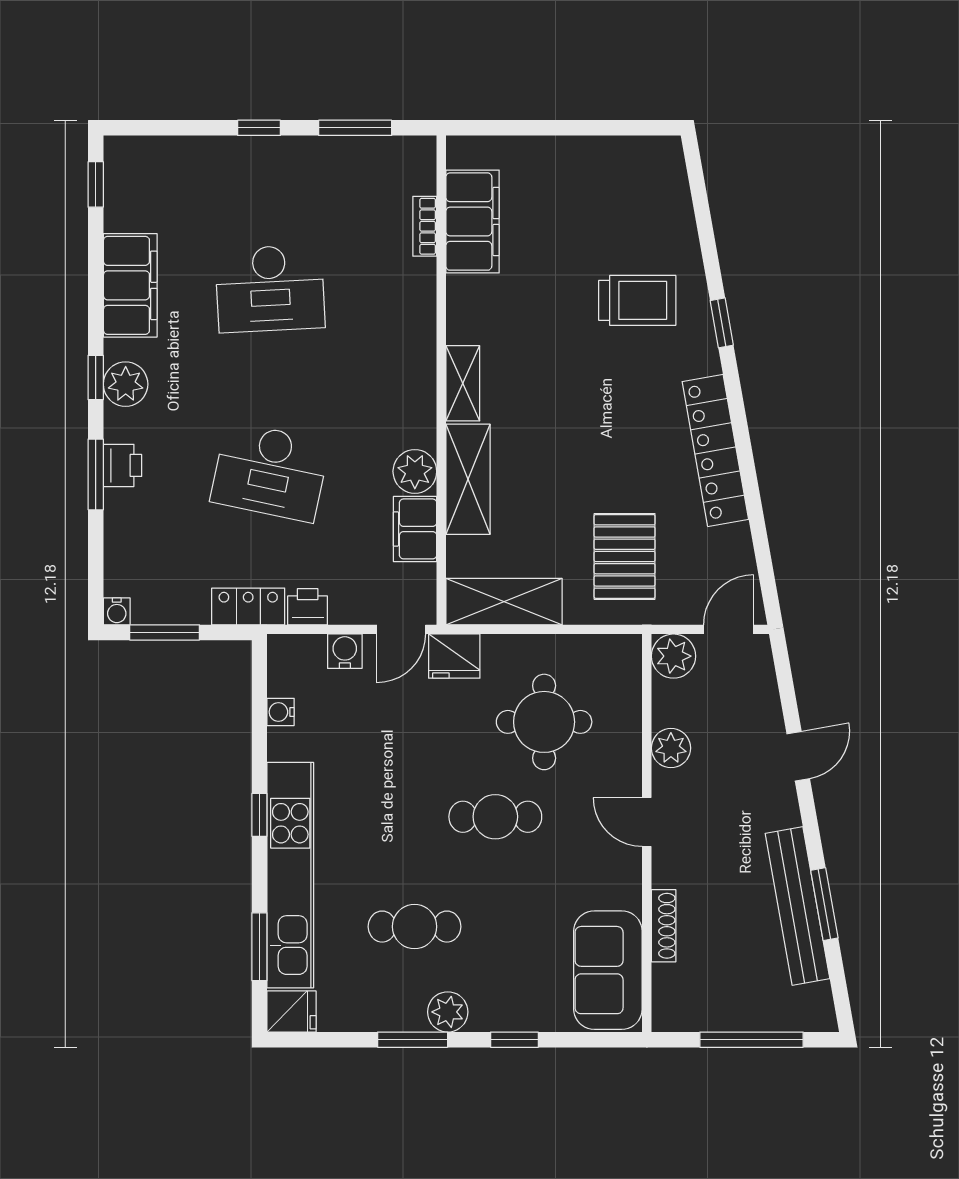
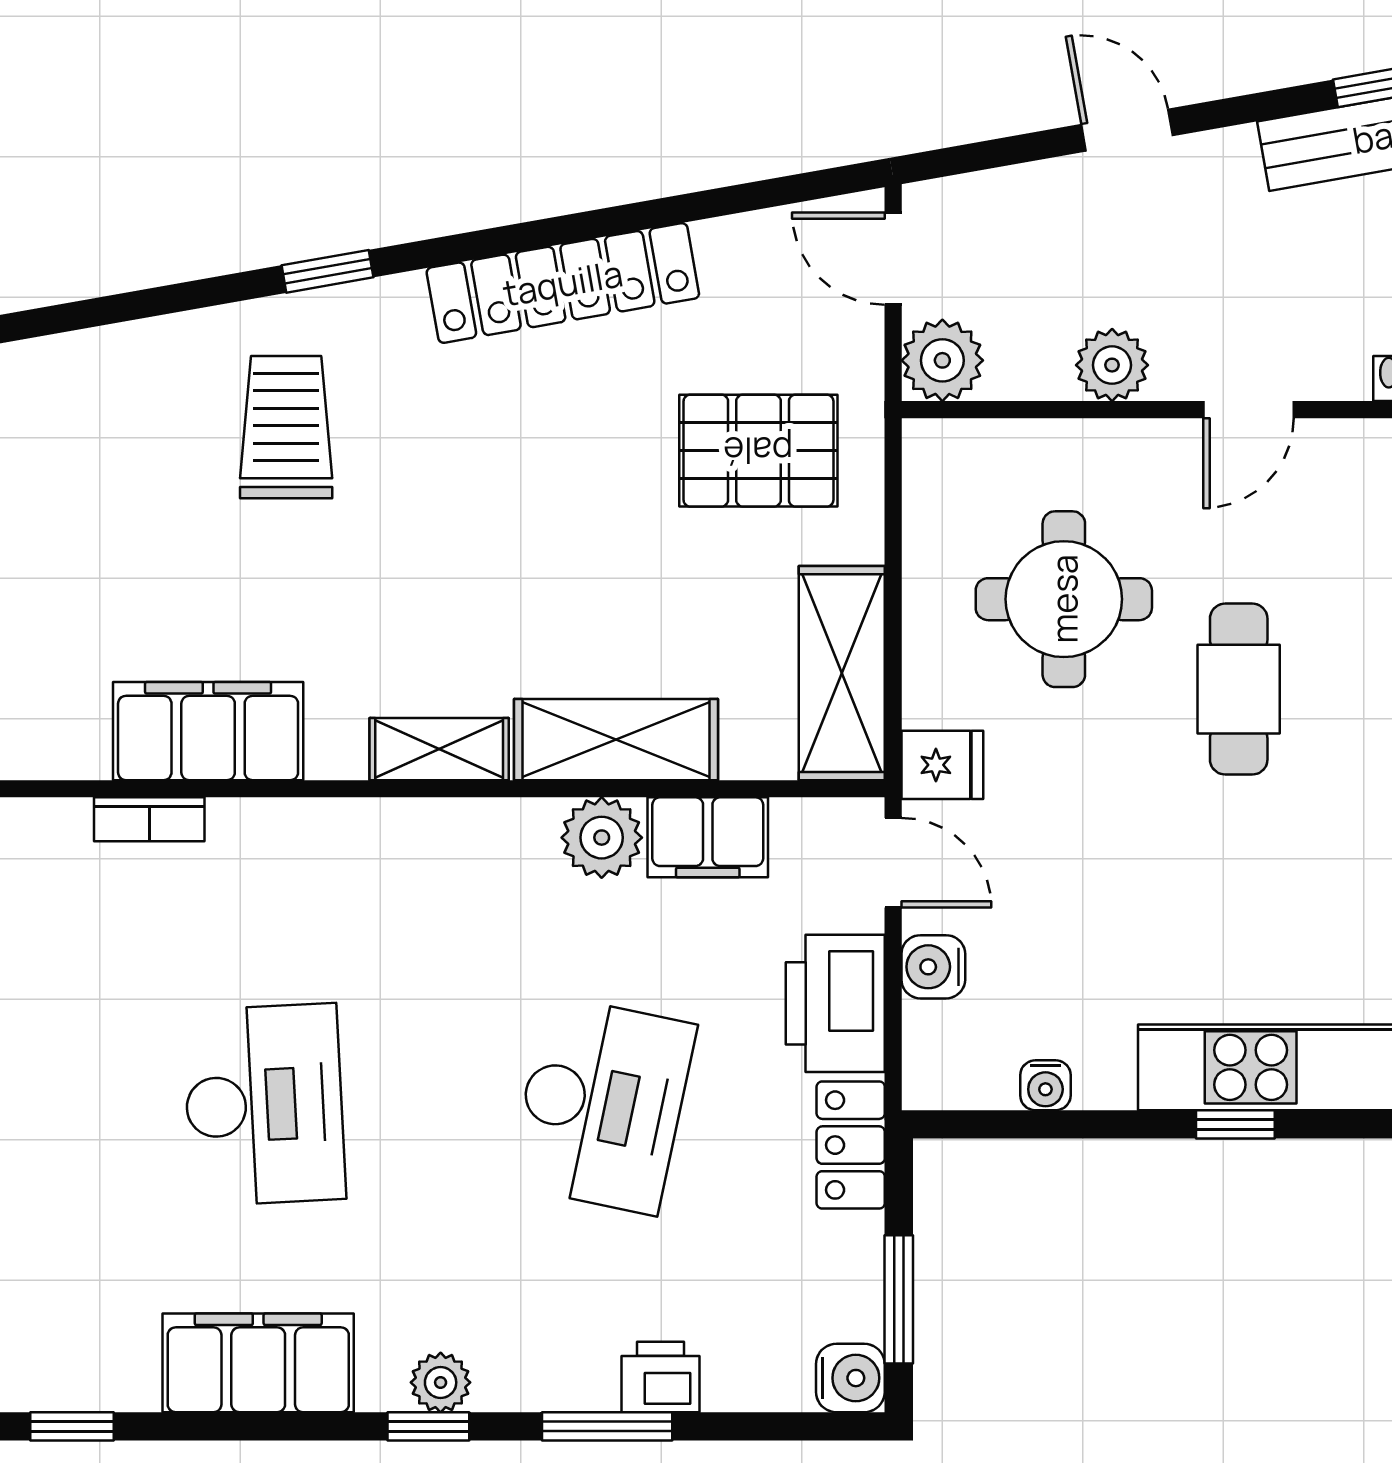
filing cabinet: (473, 222) -> (208, 731), moved
plant: (126, 384) -> (441, 1382), width x0.73, depth x0.73
printer: (122, 465) -> (660, 1377), moved
printer: (308, 607) -> (835, 1003), width x1.87, depth x1.48
water cooler: (117, 611) -> (850, 1378), width x1.38, depth x1.38
fridge: (454, 656) -> (942, 765), width x0.72

